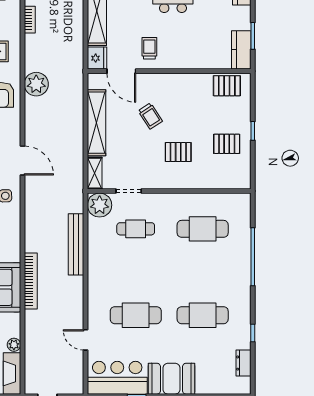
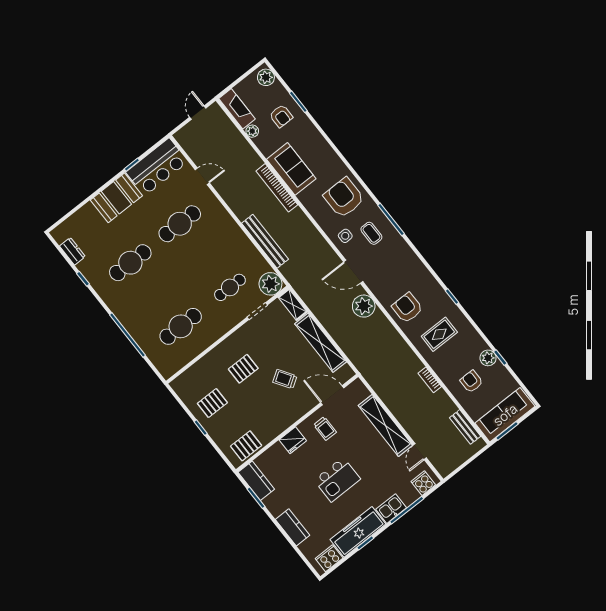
fridge: (97, 58) -> (293, 440), moved, turned -90
plant: (36, 84) -> (364, 306), moved

